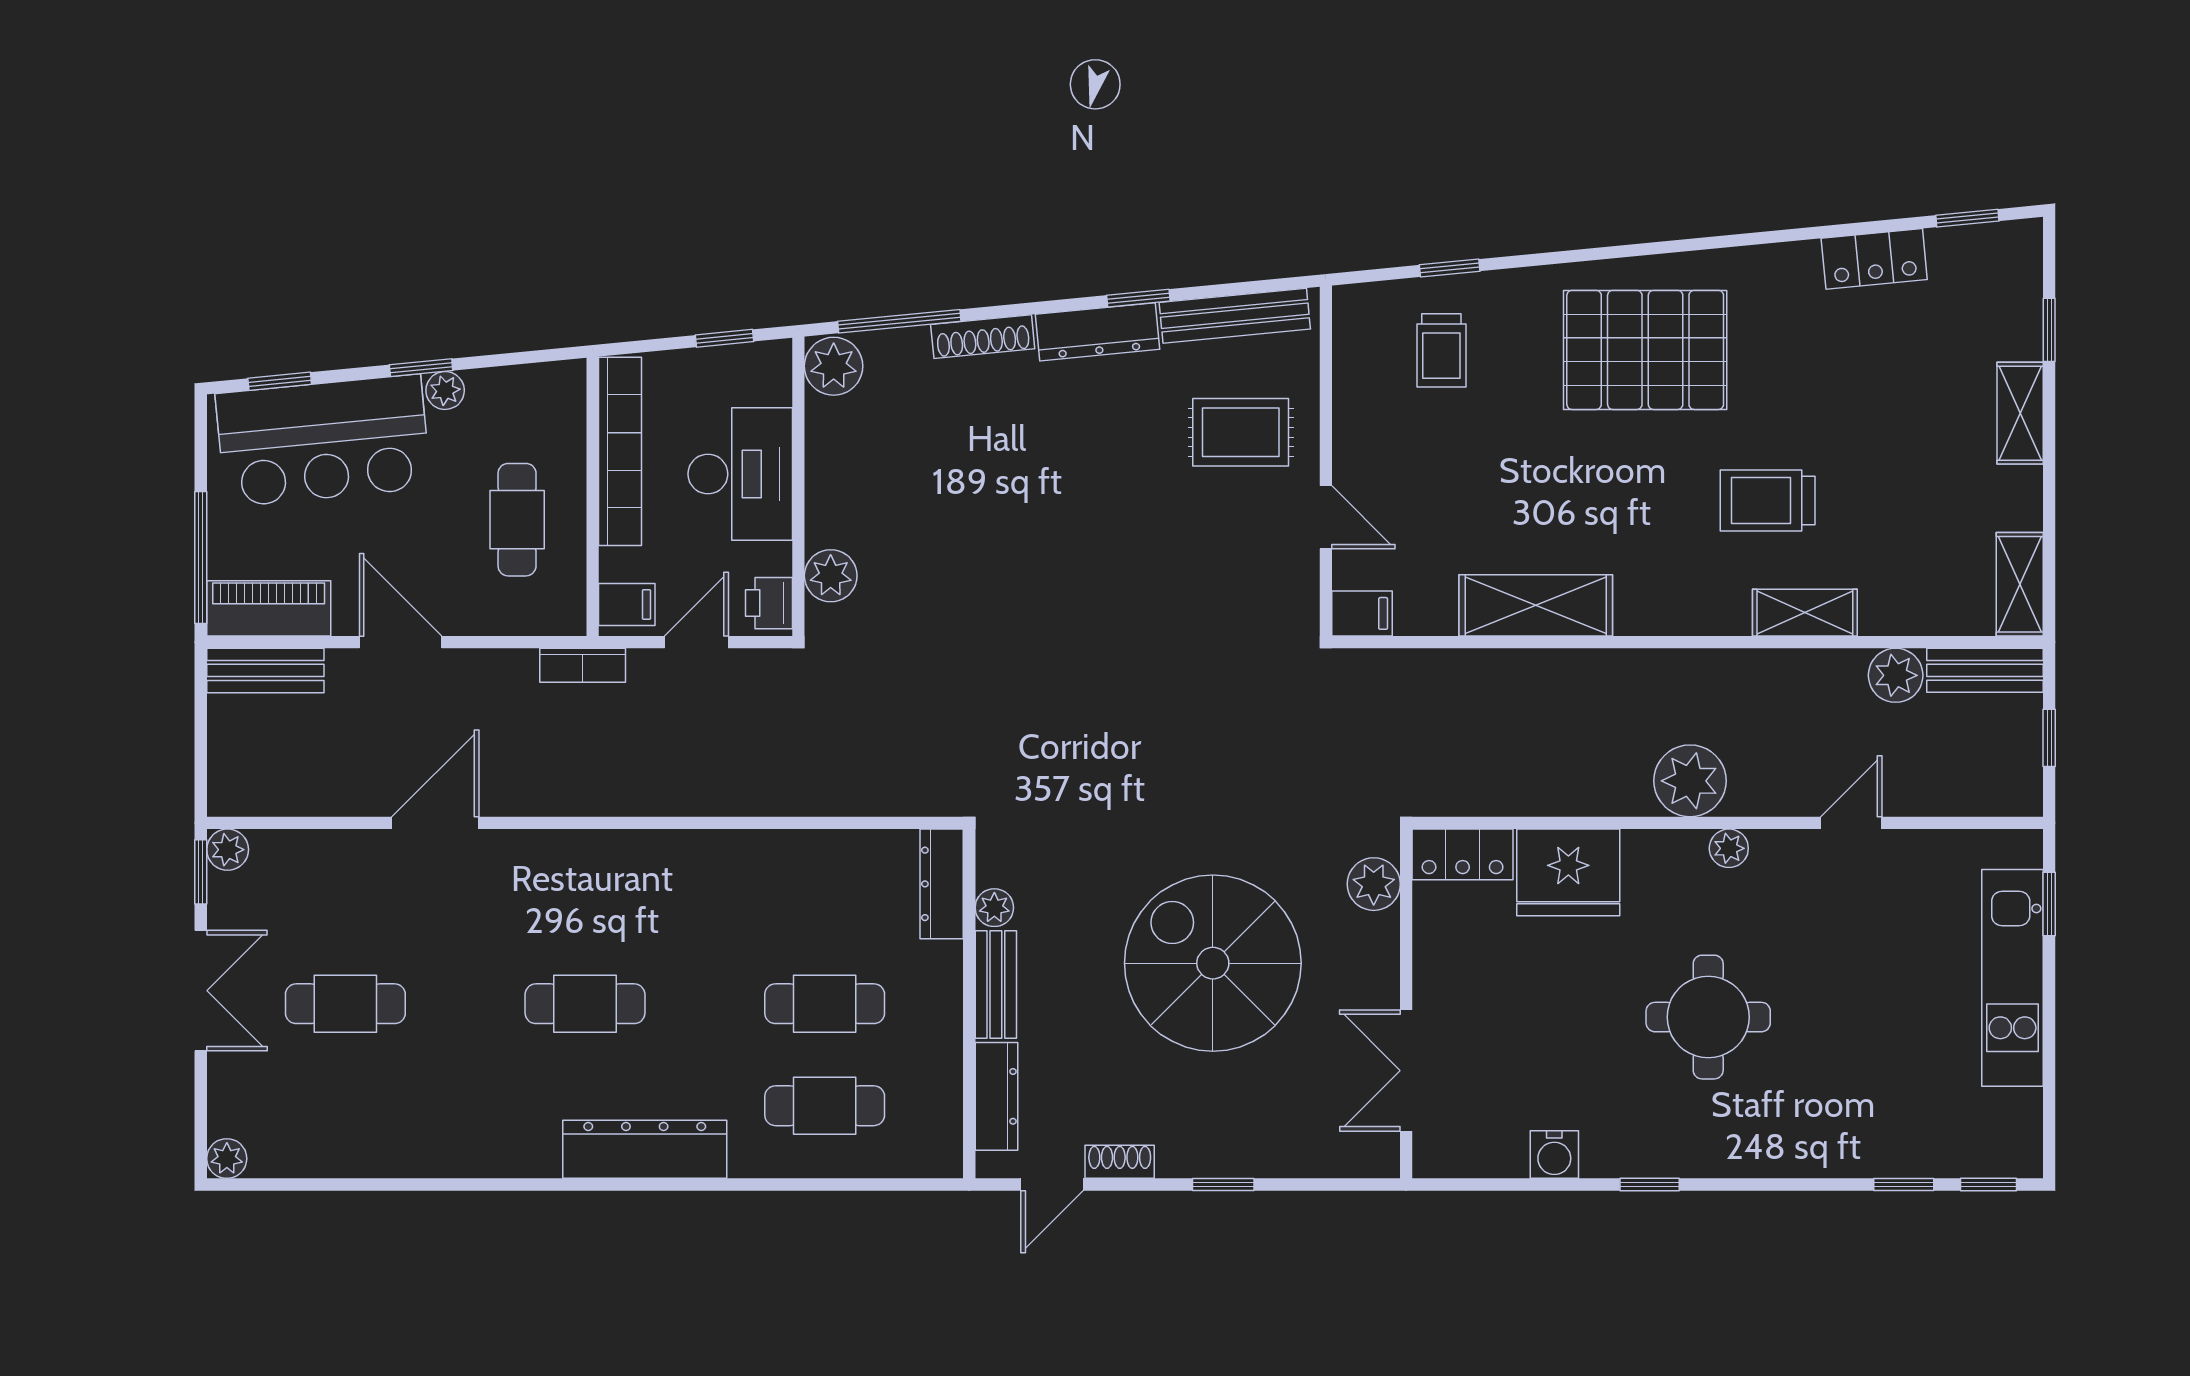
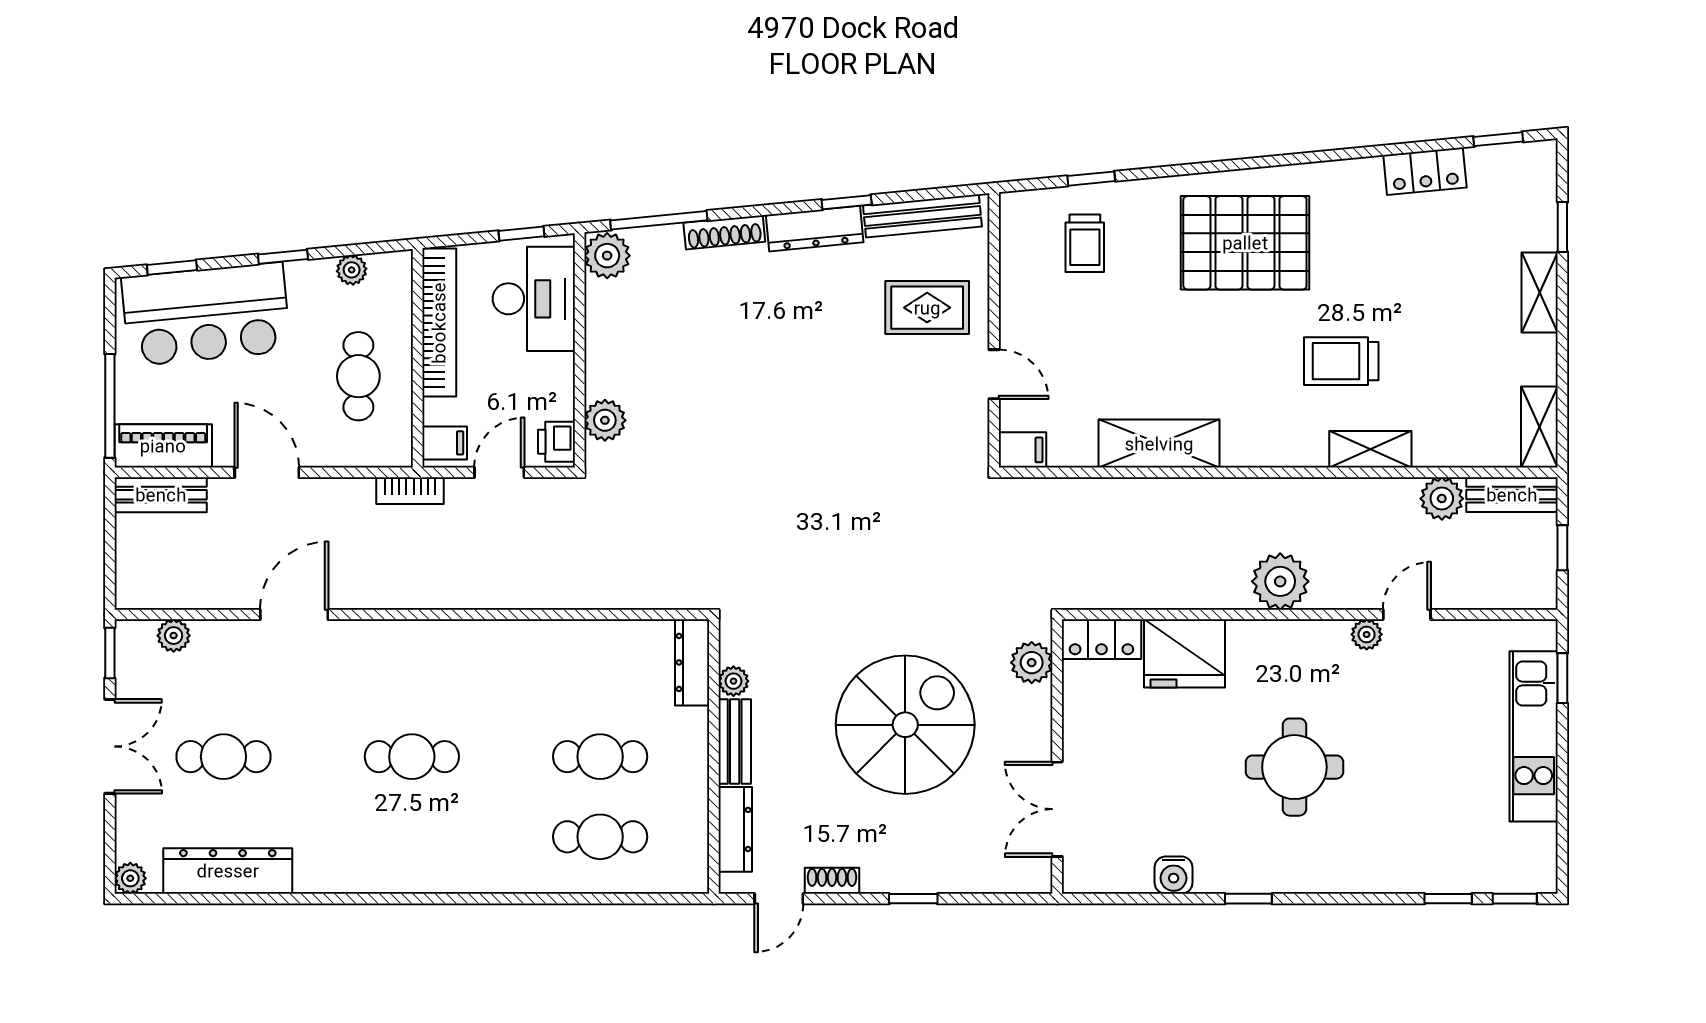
plant: (445, 390) -> (352, 270), moved
desk: (740, 474) -> (534, 299), moved
plant: (1729, 848) -> (1367, 634), moved
plant: (228, 850) -> (174, 636), moved
spiral stairs: (1213, 963) -> (905, 725), turned 90
dresser: (645, 1149) -> (228, 871), moved

